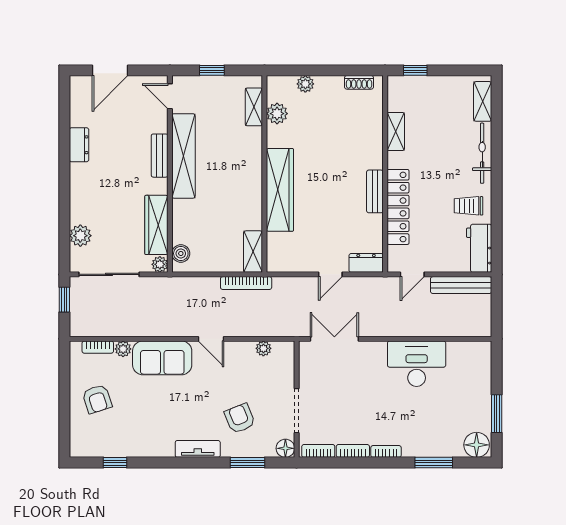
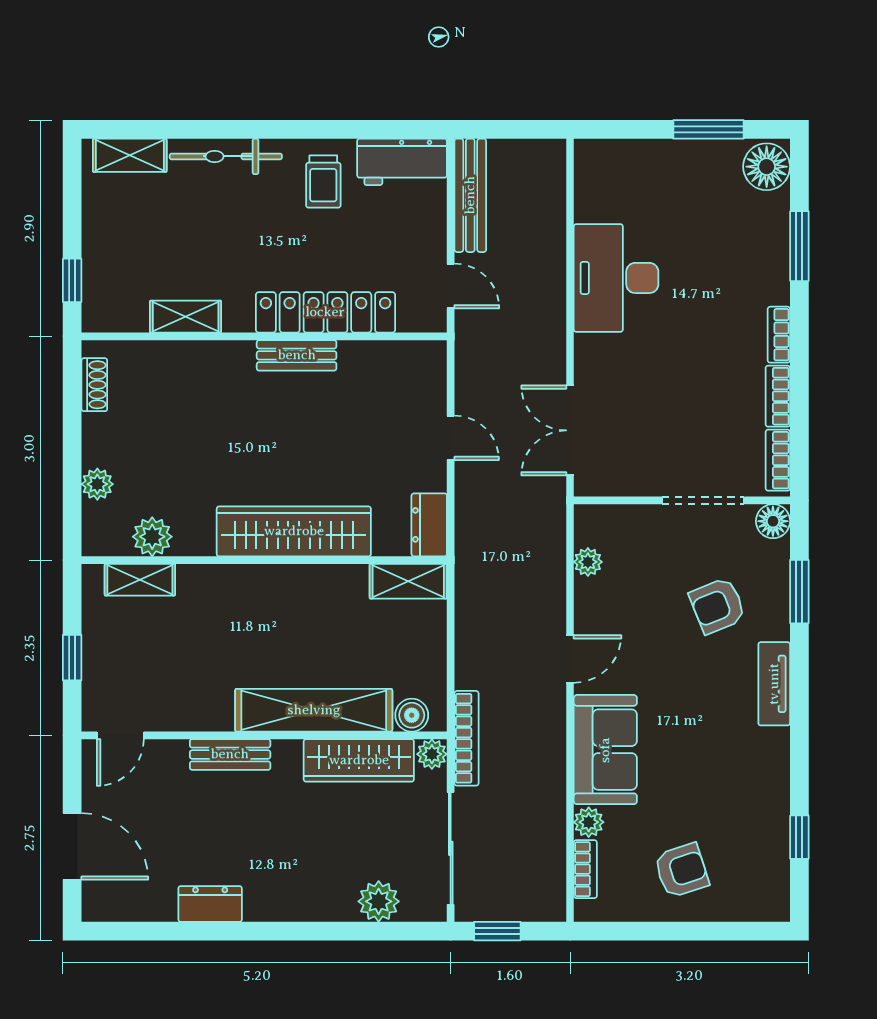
shelving: (183, 156) -> (314, 710), moved
dresser: (366, 263) -> (429, 525), moved
bookcase: (246, 283) -> (466, 738), moved

